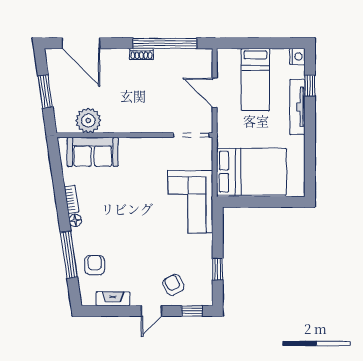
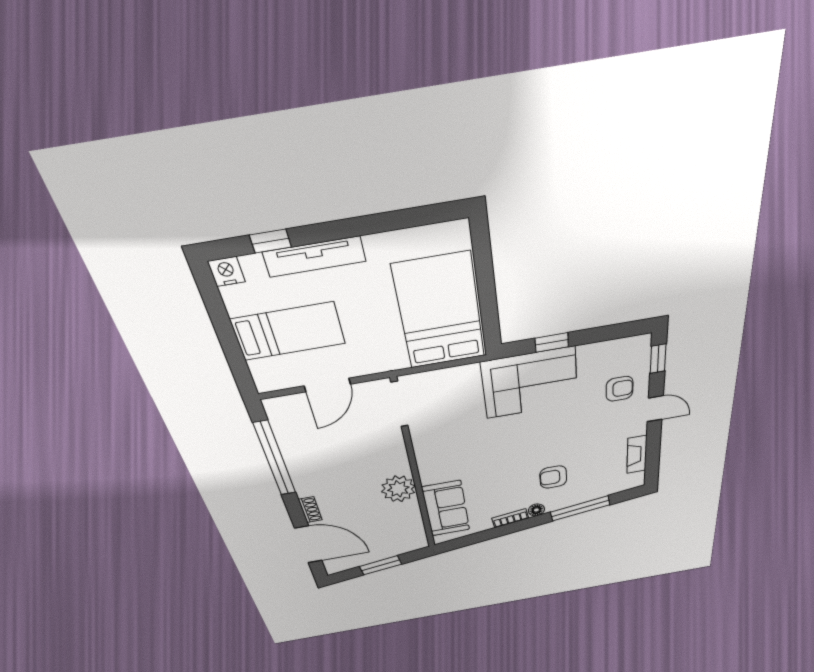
door: (81, 43) -> (308, 544), hinge flipped
shoe rack: (141, 54) -> (310, 510), moved
plant: (88, 121) -> (398, 489), moved
corner sofa: (190, 202) -> (530, 383), moved
armchair: (95, 265) -> (553, 477), moved
window: (218, 269) -> (552, 342), moved
armchair: (173, 285) -> (619, 389), turned -152

